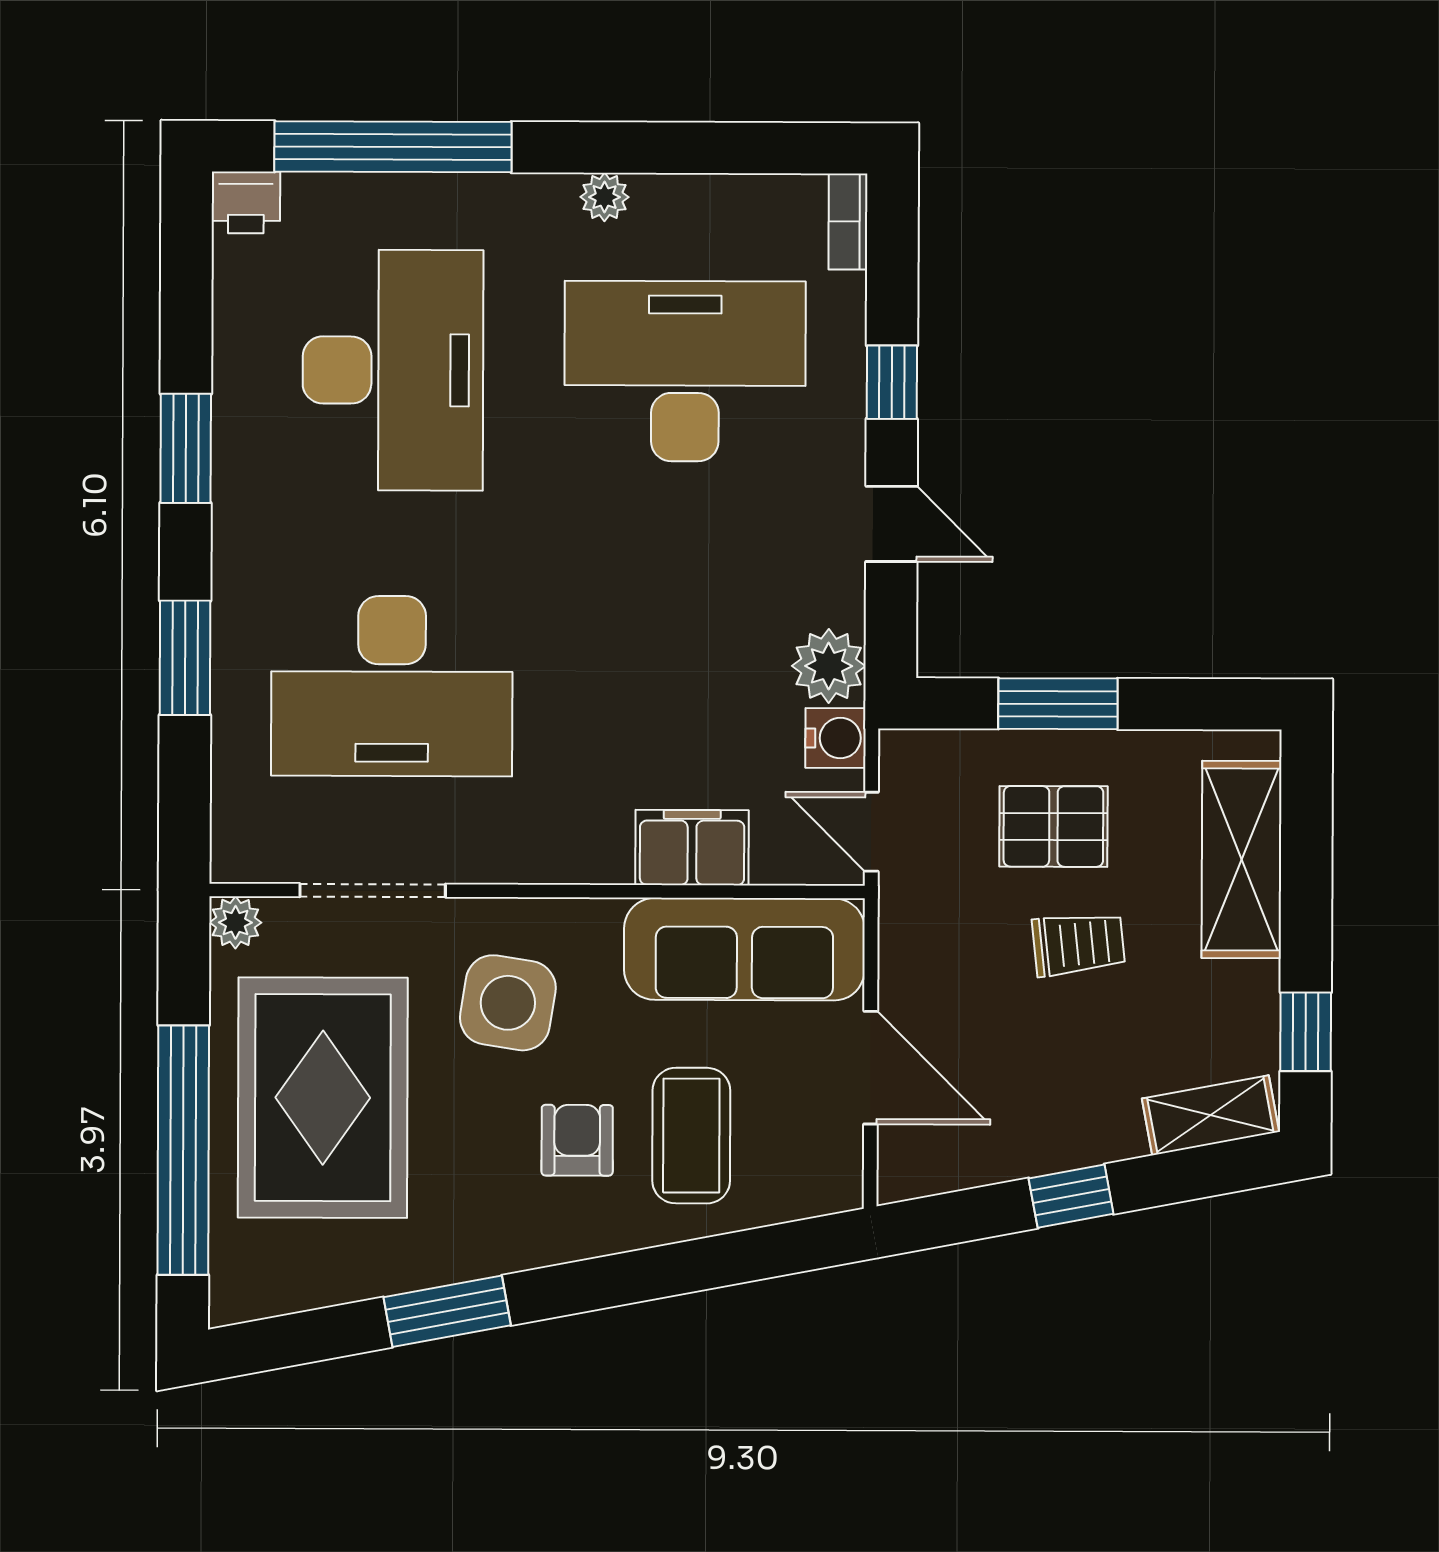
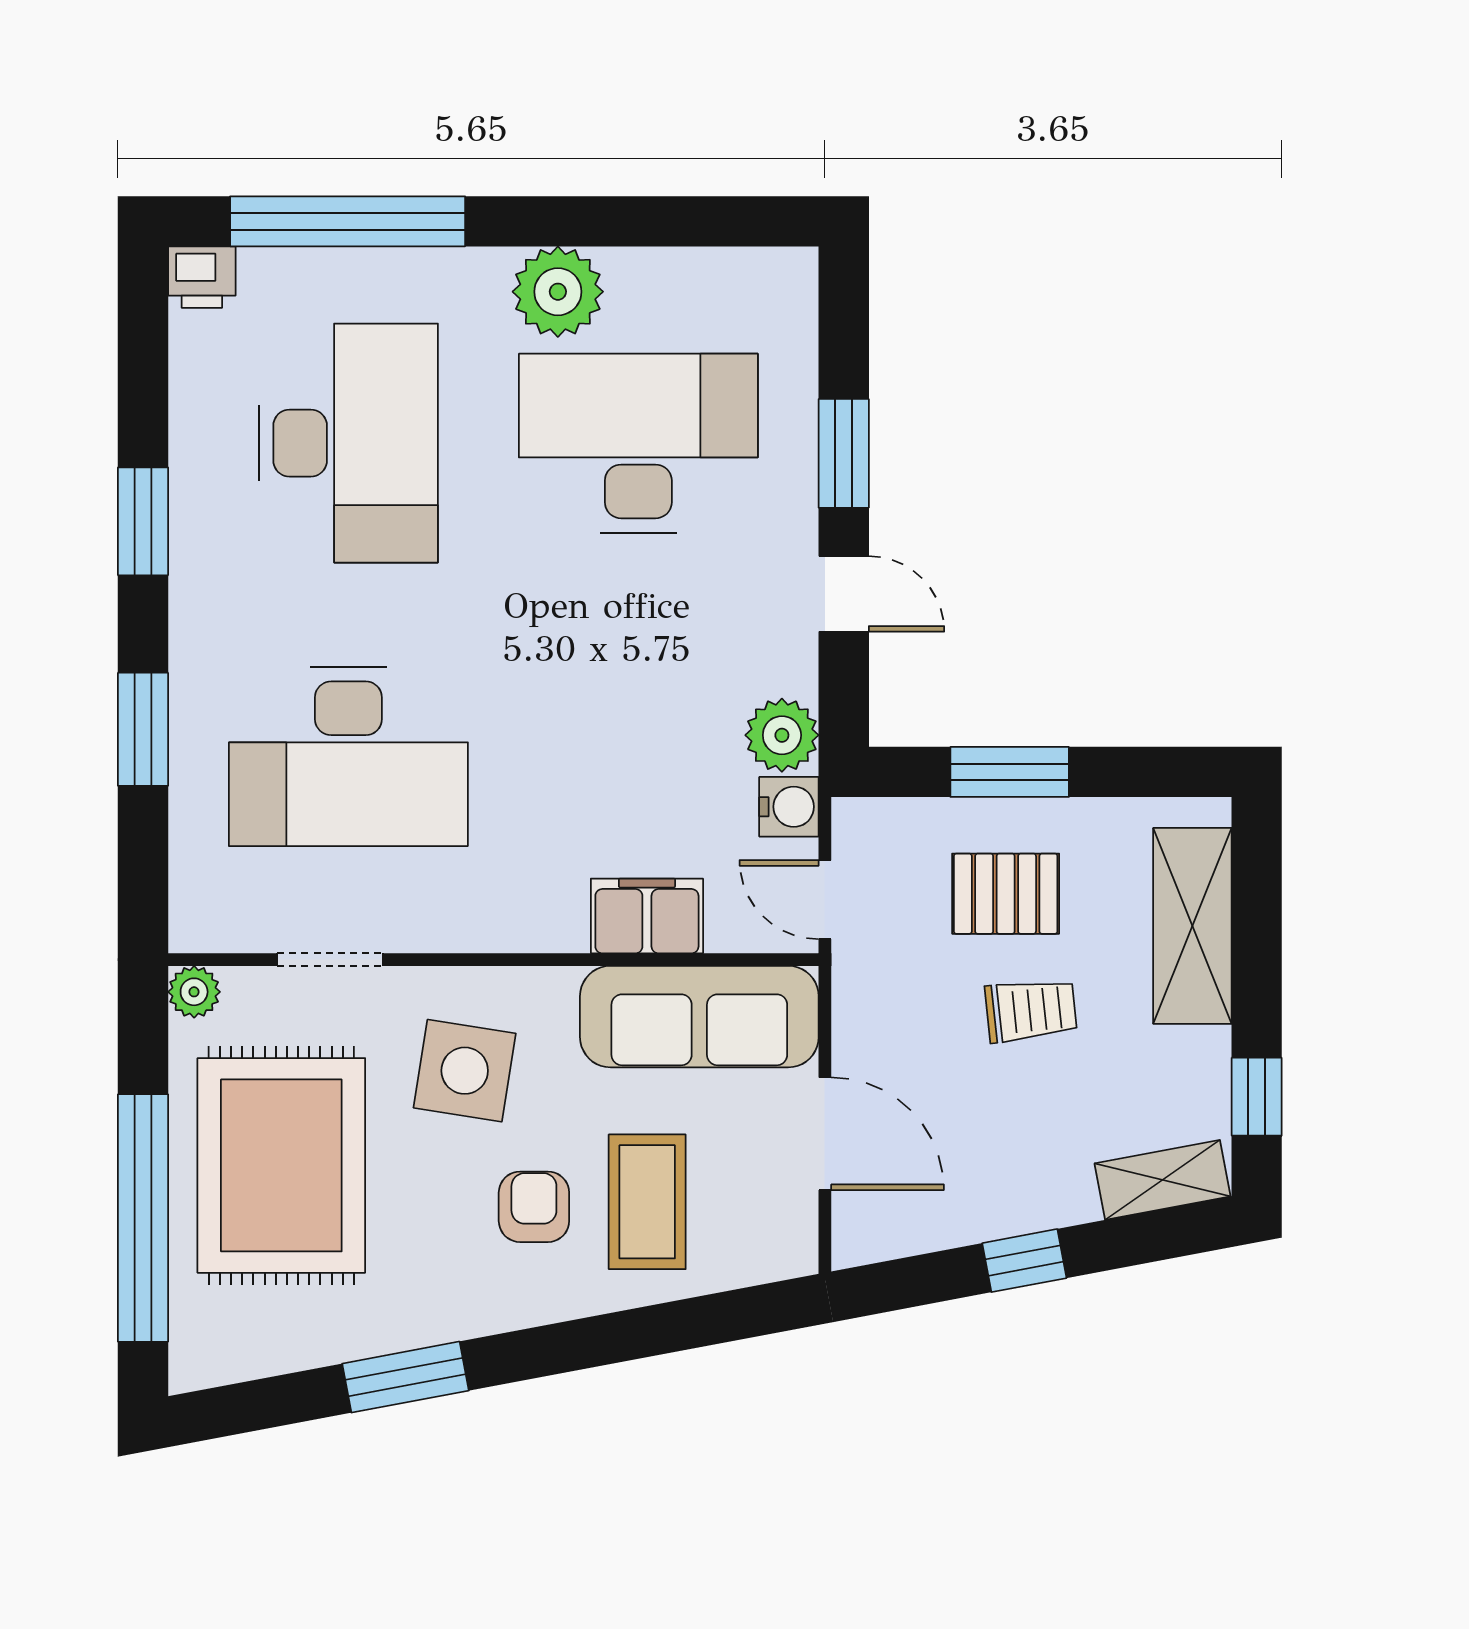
plant: (605, 197) -> (558, 292), width x1.88, depth x1.88
bookcase: (848, 222) -> (800, 294), removed
window: (892, 382) -> (844, 453), width x1.50
doorway: (373, 890) -> (330, 960), width x0.73

